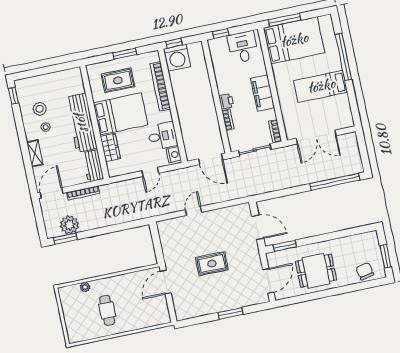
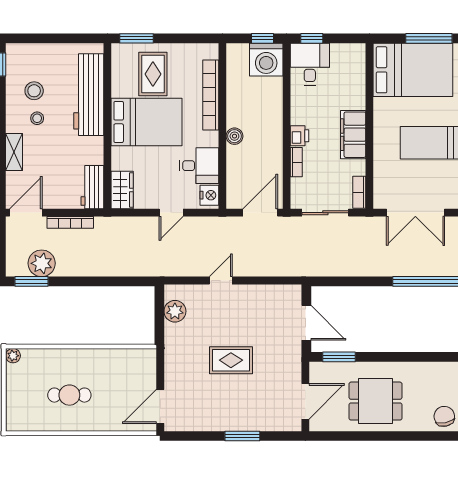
window: (285, 20) -> (429, 38), moved
window: (174, 43) -> (262, 38), moved
desk: (243, 47) -> (310, 64), moved
window: (125, 54) -> (136, 38), moved
washing machine: (177, 58) -> (266, 60), moved
rug: (118, 80) -> (153, 74), turned 90
boiler: (182, 111) -> (234, 136), added
workbench: (81, 123) -> (89, 95), moved
wardrobe: (110, 147) -> (122, 190), moved
door: (211, 159) -> (260, 213), swing flipped
plant: (167, 238) -> (175, 311), added
door: (166, 282) -> (160, 406), moved
plant: (85, 287) -> (13, 356), moved
cafe table: (107, 310) -> (69, 395), turned 90

